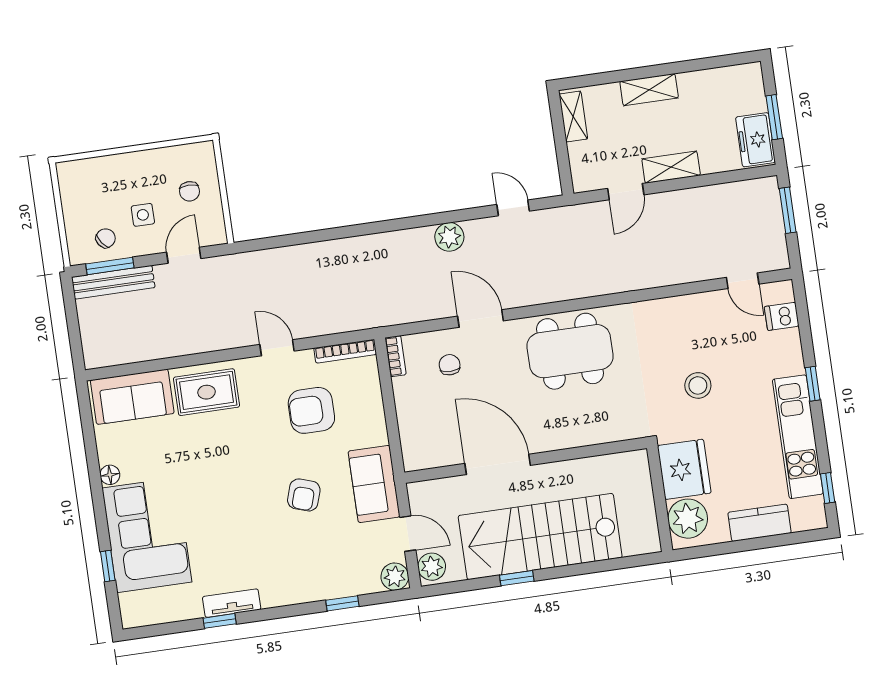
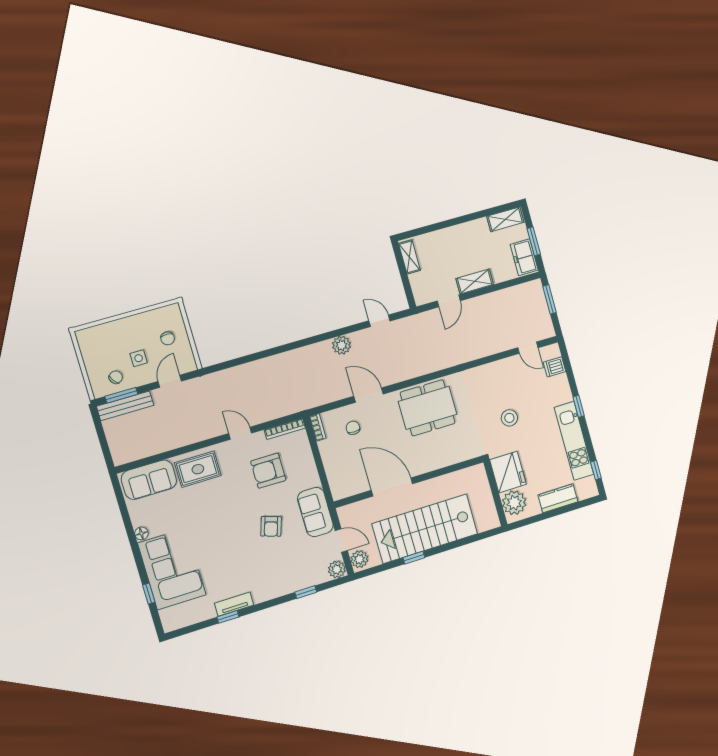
shelving: (649, 90) -> (505, 219), moved

